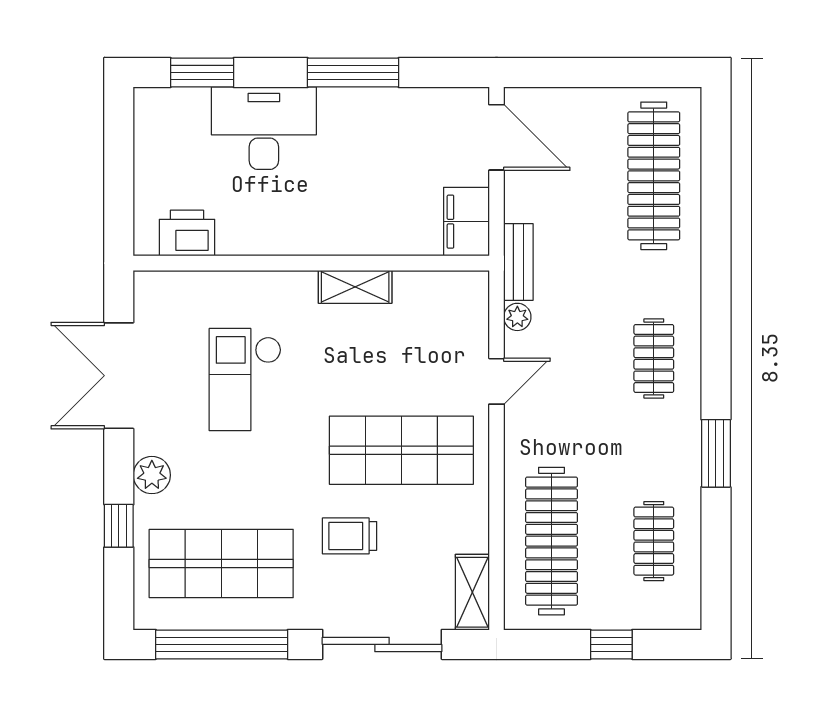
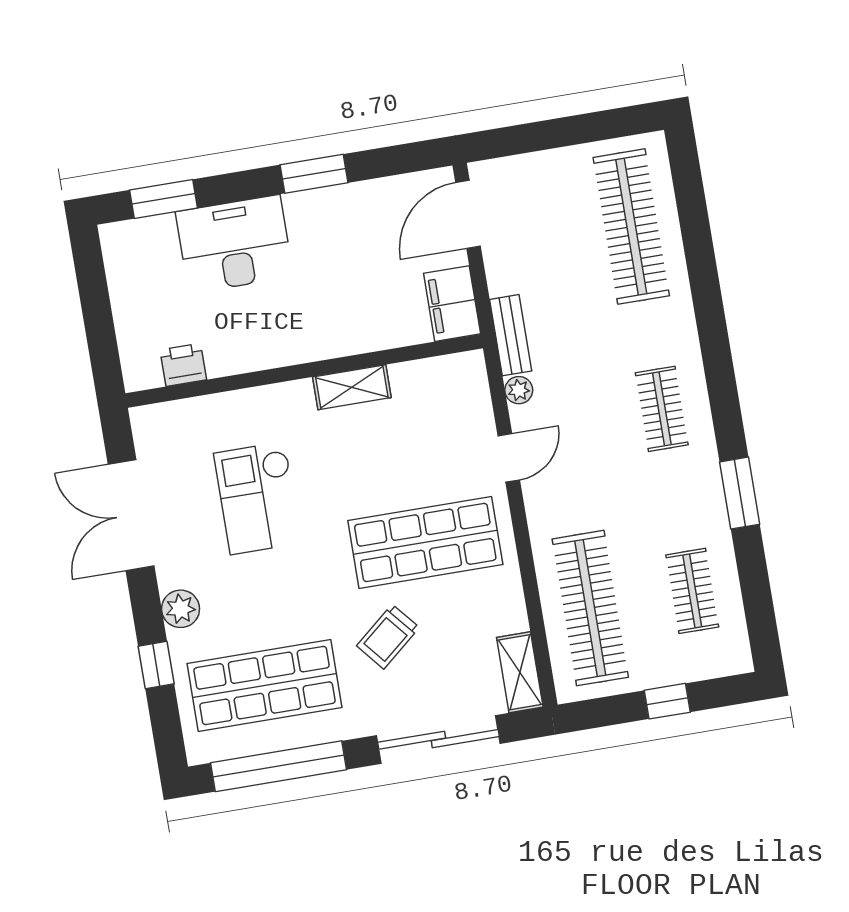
window: (353, 72) -> (314, 174), width x0.69
door: (497, 137) -> (468, 214), swing flipped
printer: (187, 233) -> (183, 365), width x0.73, depth x0.81
trolley: (350, 536) -> (388, 637), turned -40

